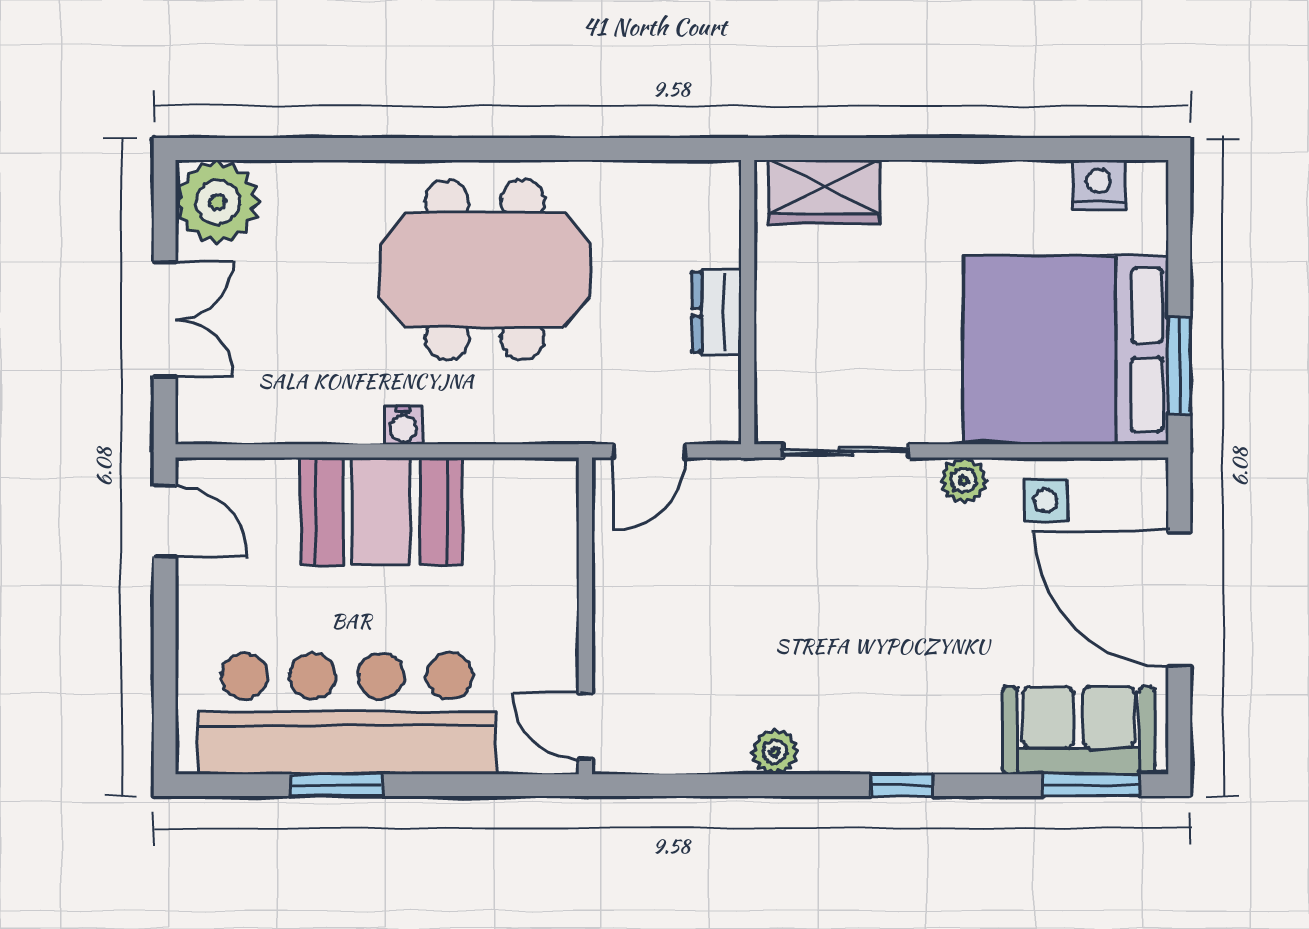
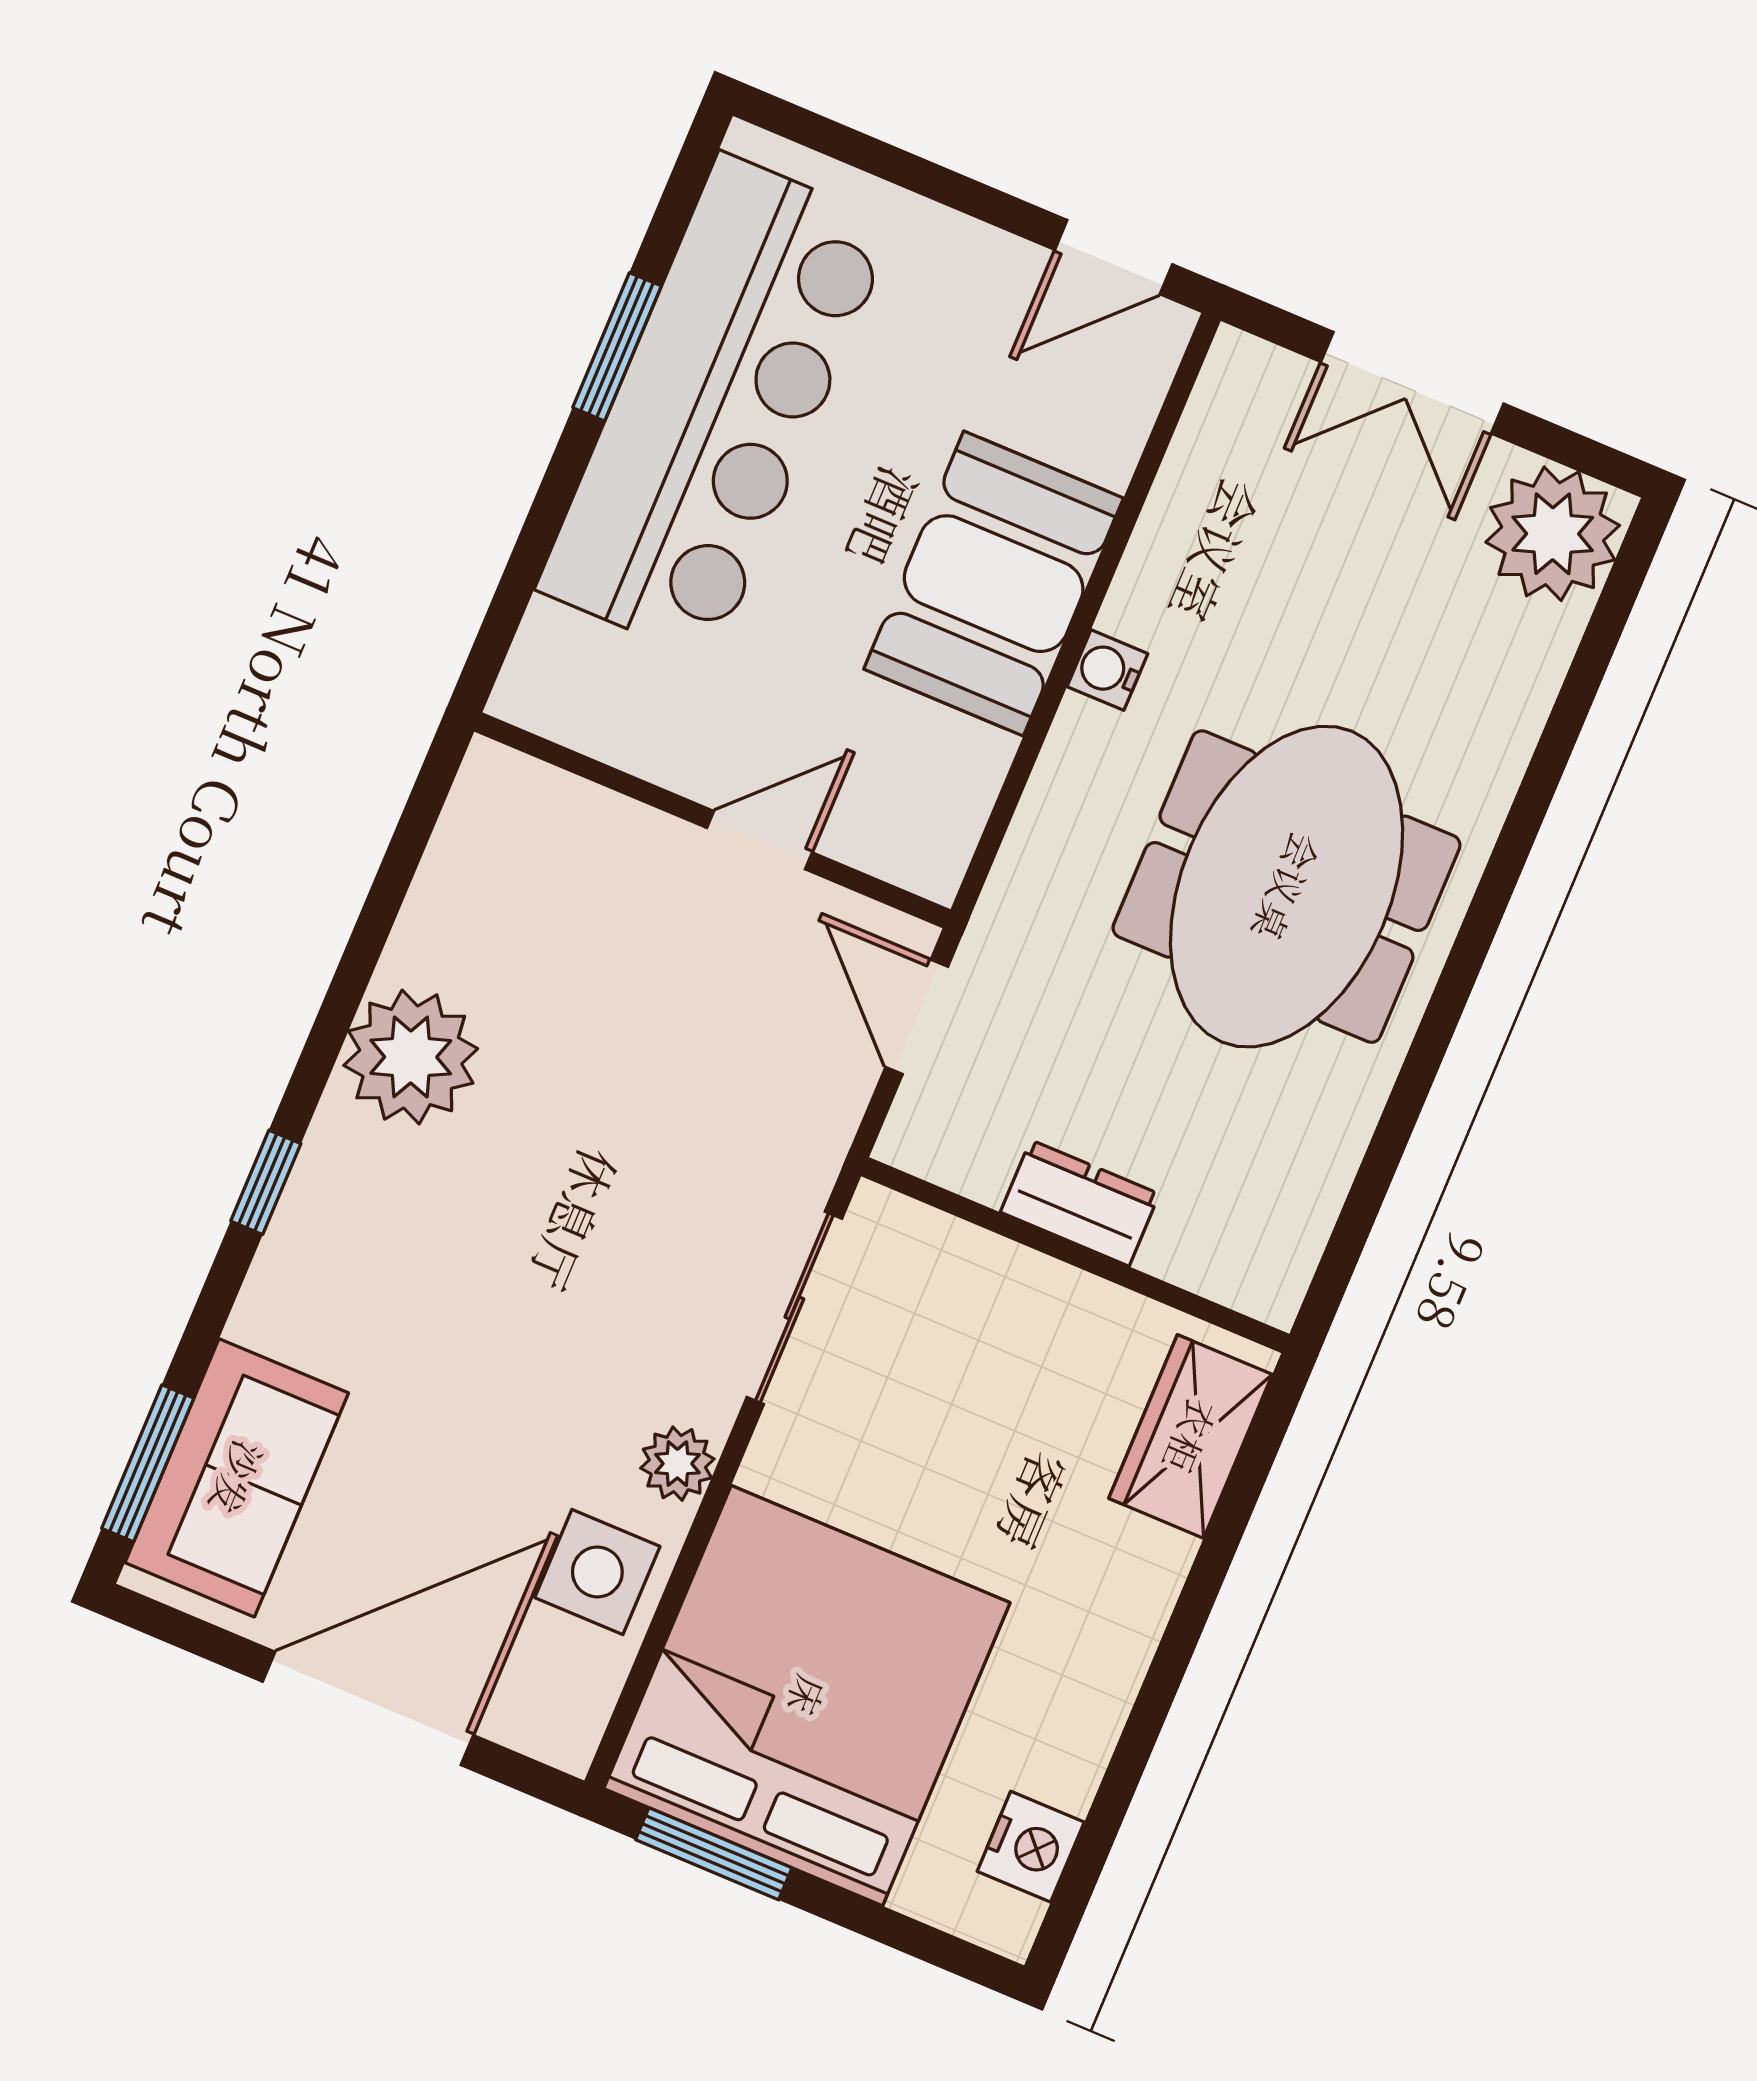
side table: (1045, 500) -> (597, 1572), width x1.37, depth x1.37
door: (585, 726) -> (759, 840), moved
plant: (775, 752) -> (411, 1057), width x1.87, depth x1.87

